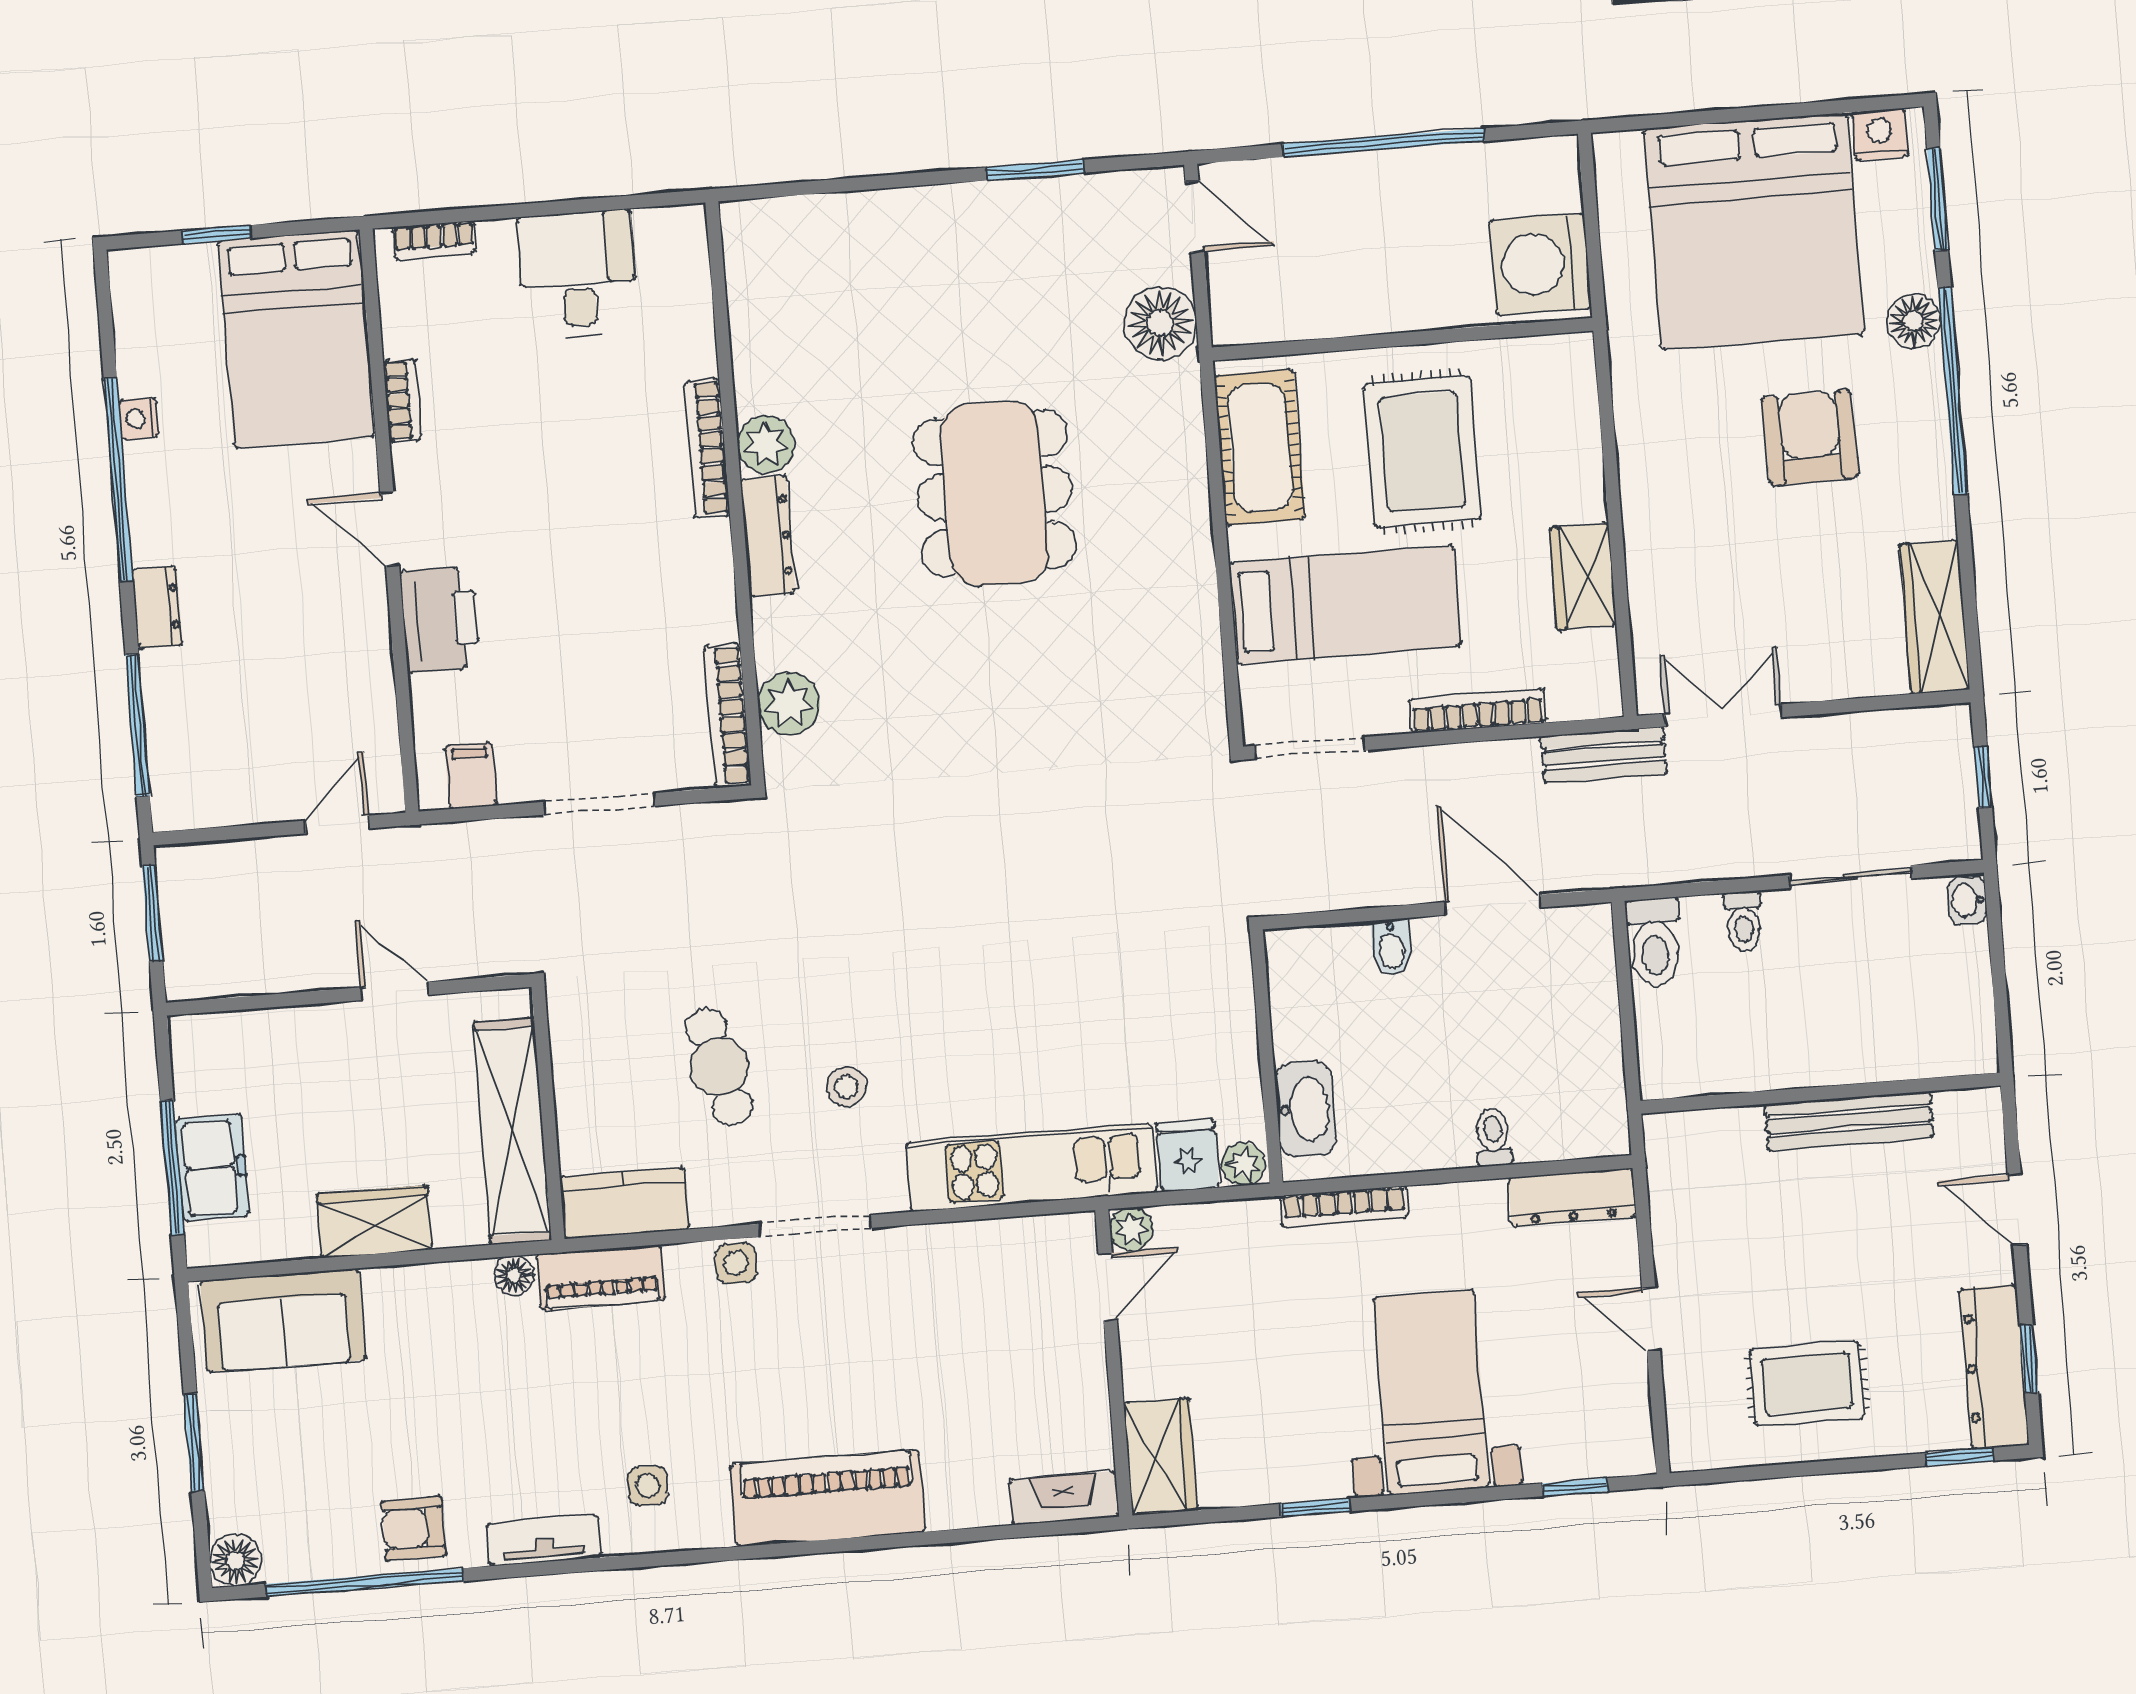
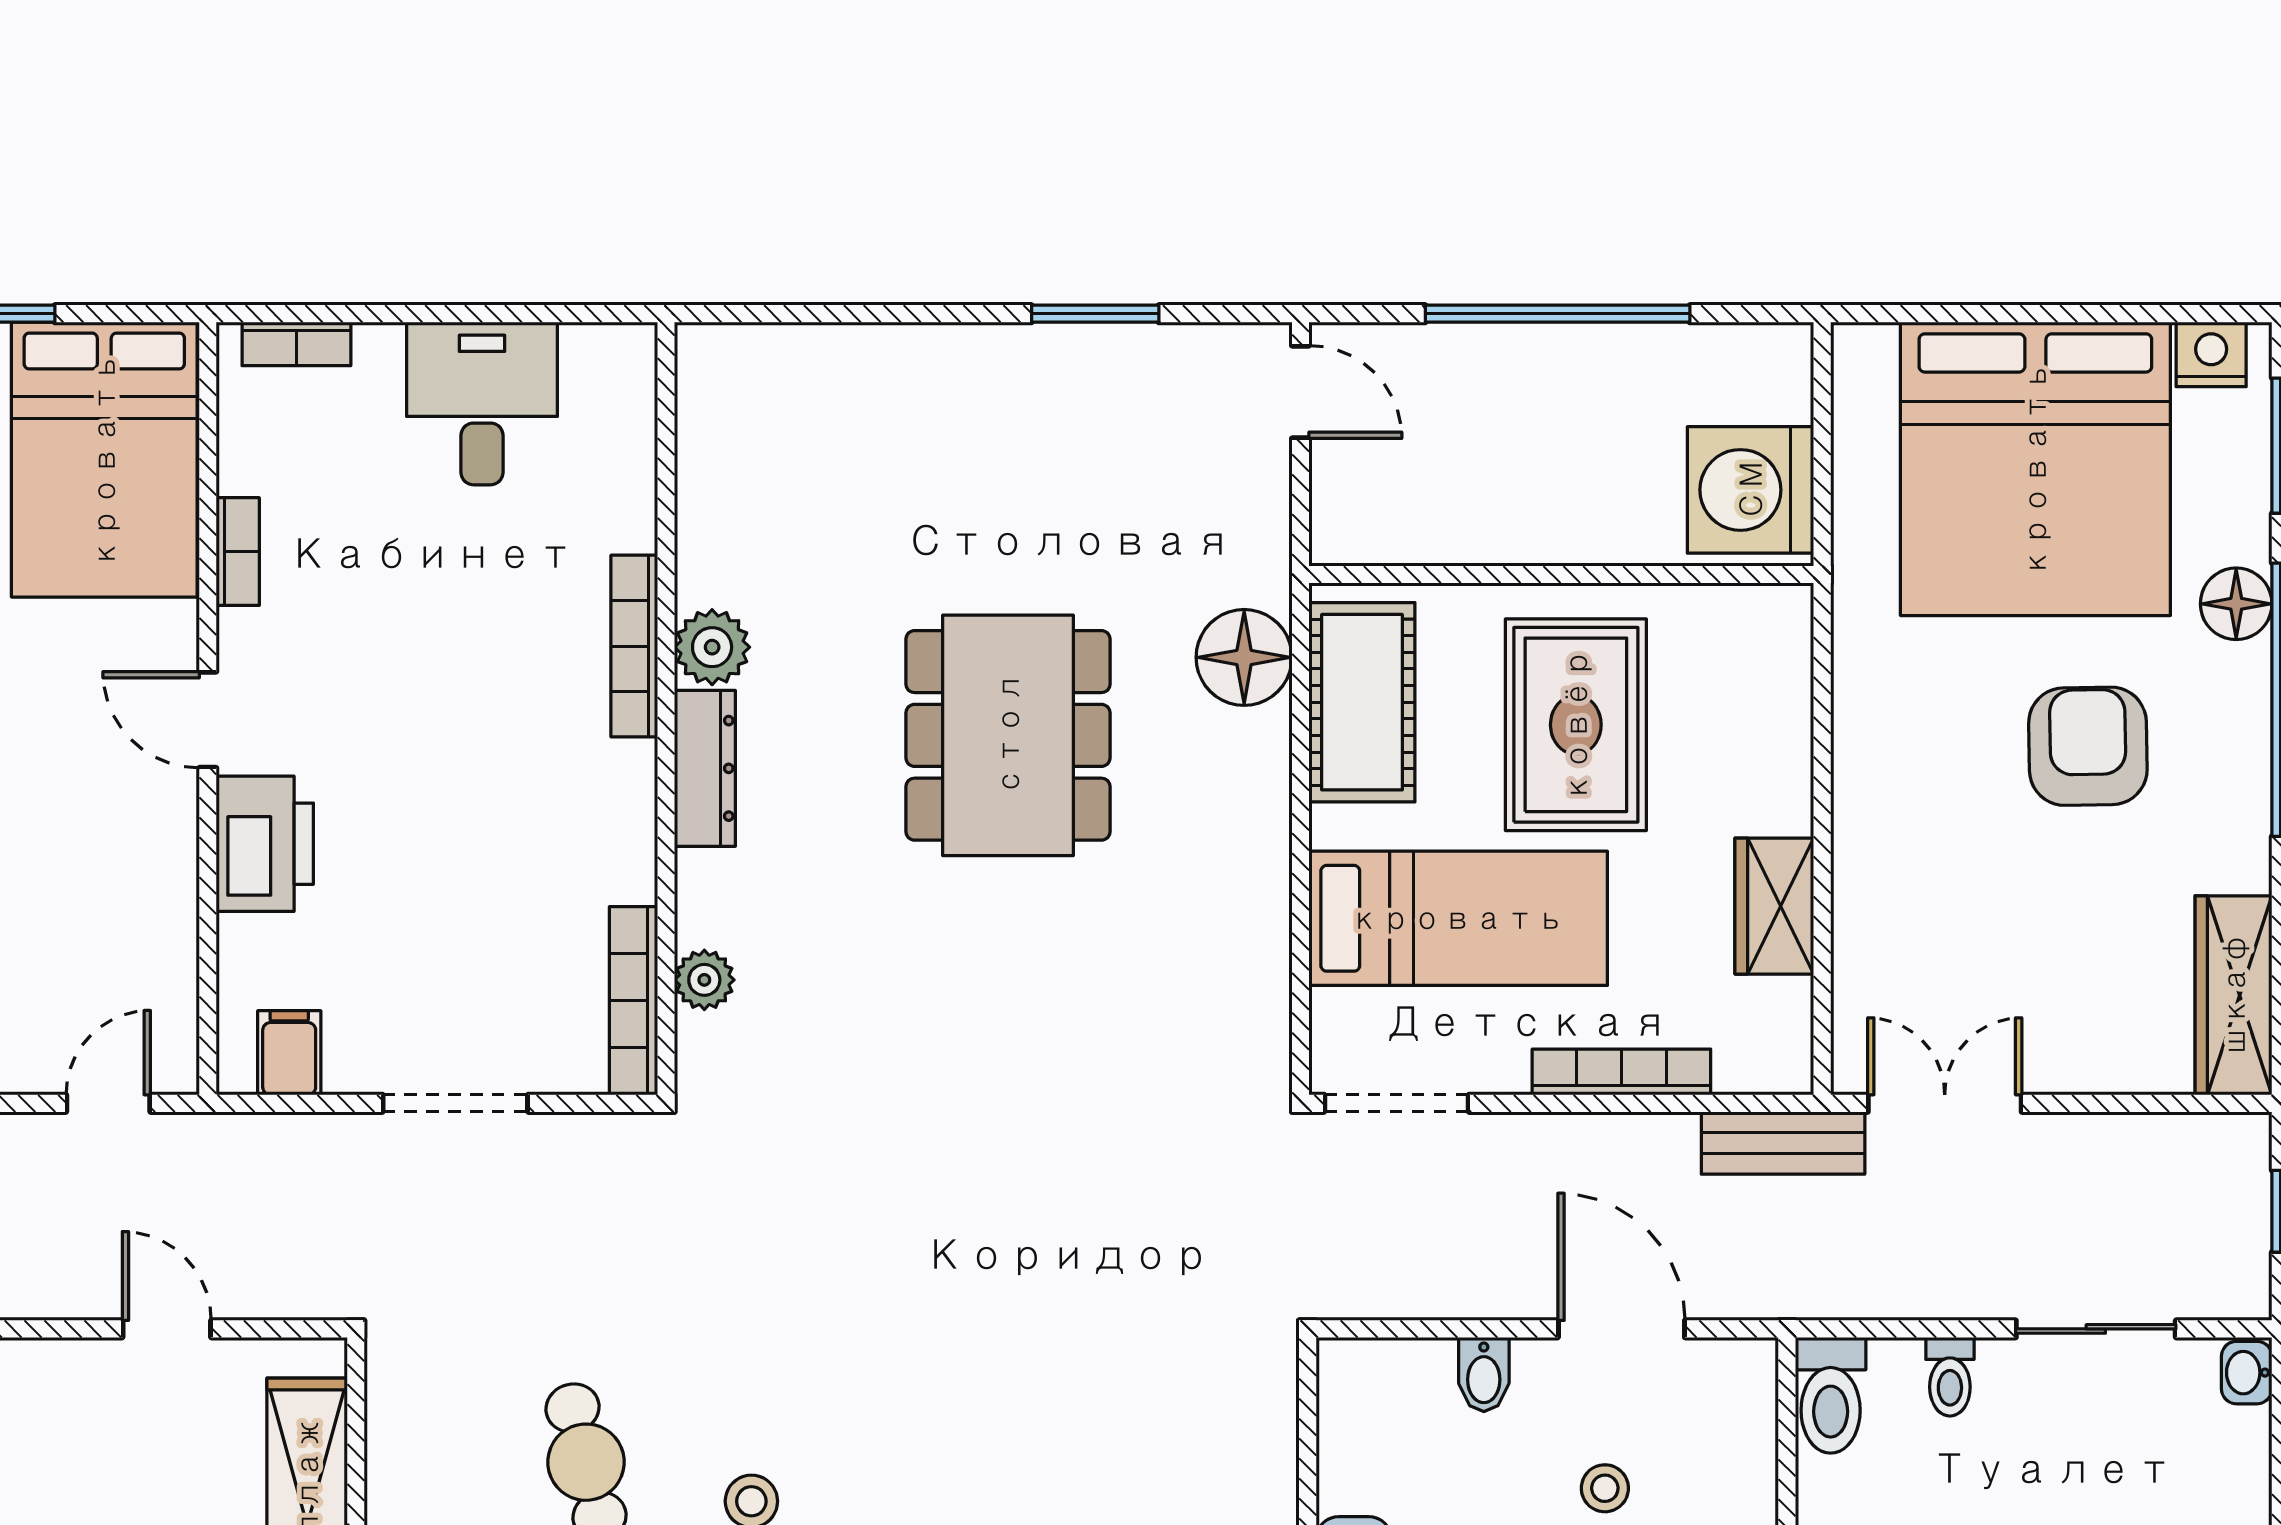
floor lamp: (1160, 323) -> (1244, 657), moved
plant: (789, 704) -> (704, 980), width x0.73, depth x0.73
stool: (1490, 1026) -> (1605, 1488), added

